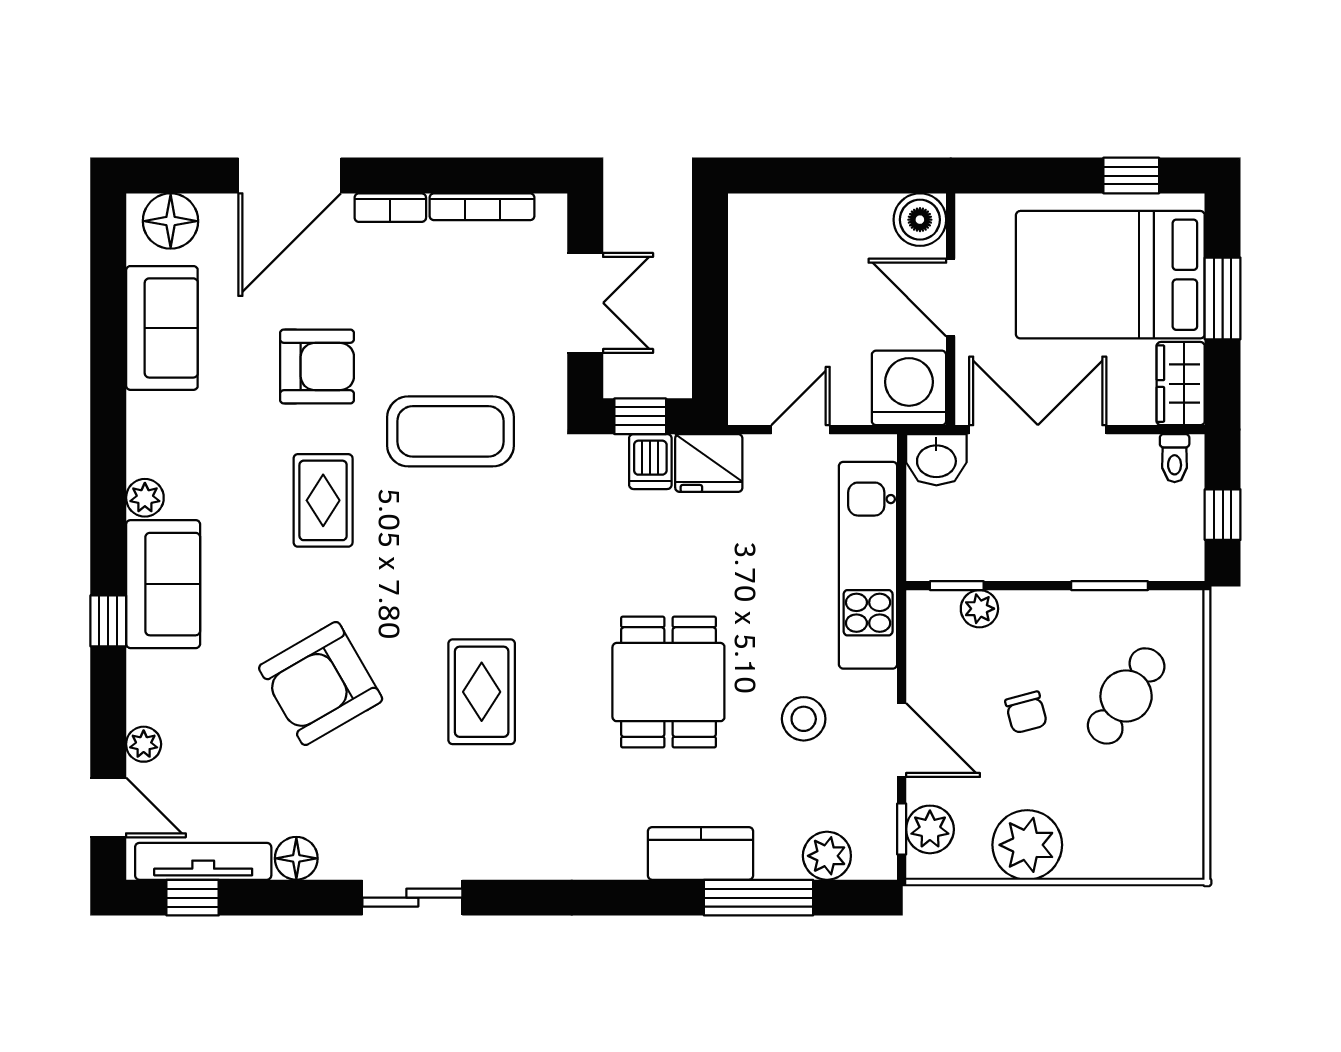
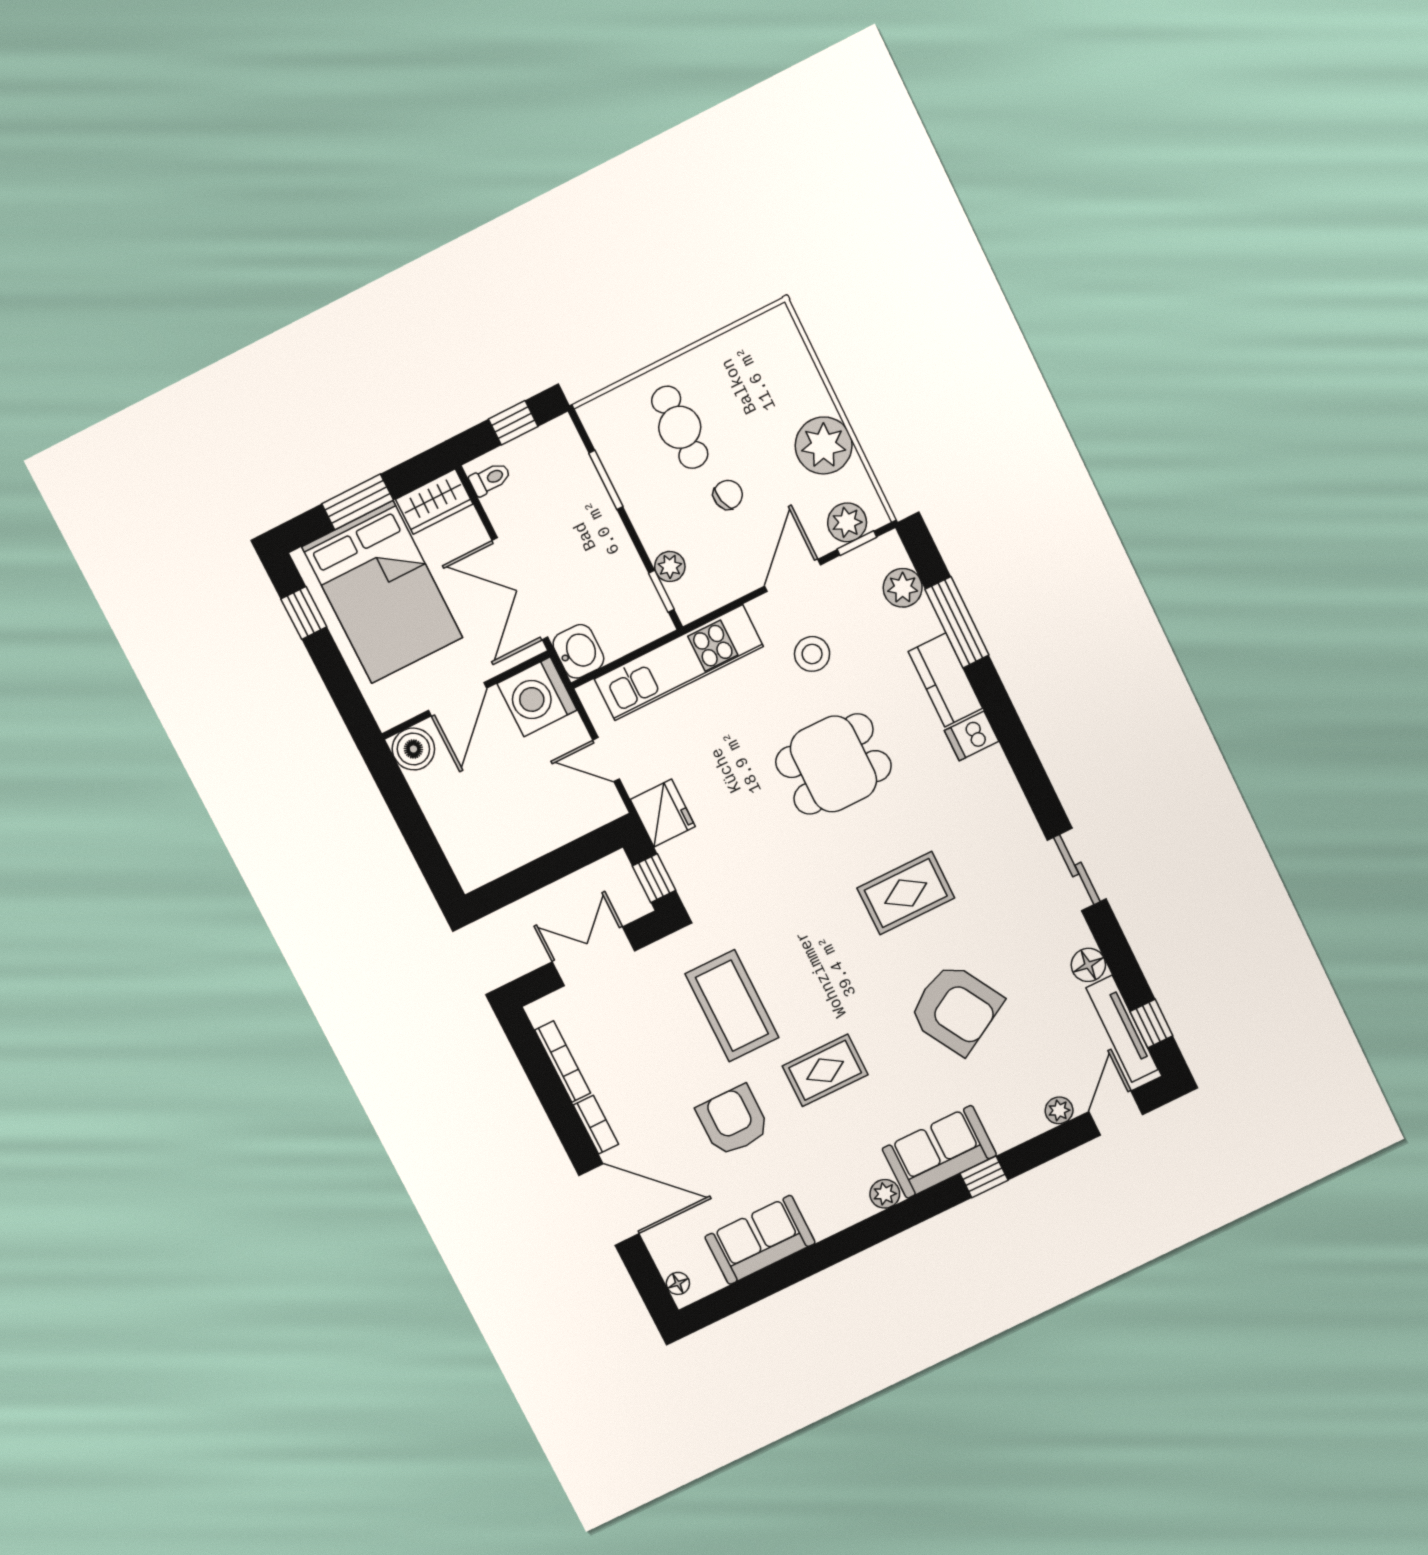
floor lamp: (171, 221) -> (678, 1283), width x0.53, depth x0.53
dishwasher: (650, 462) -> (972, 736), moved, turned 180
cafe table: (1126, 696) -> (680, 427), turned 56

